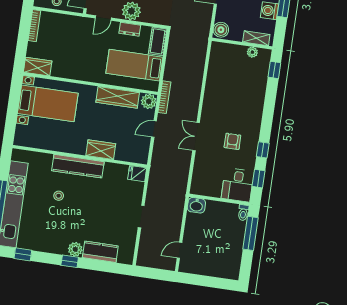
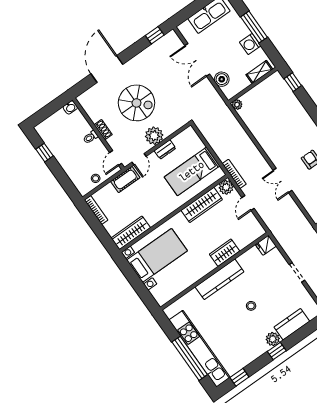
boiler: (221, 30) -> (222, 79), moved
cot: (158, 41) -> (125, 180), moved, turned 90
plant: (252, 52) -> (237, 105), moved
wardrobe: (38, 67) -> (131, 233), width x1.50
stool: (59, 196) -> (251, 306), moved

